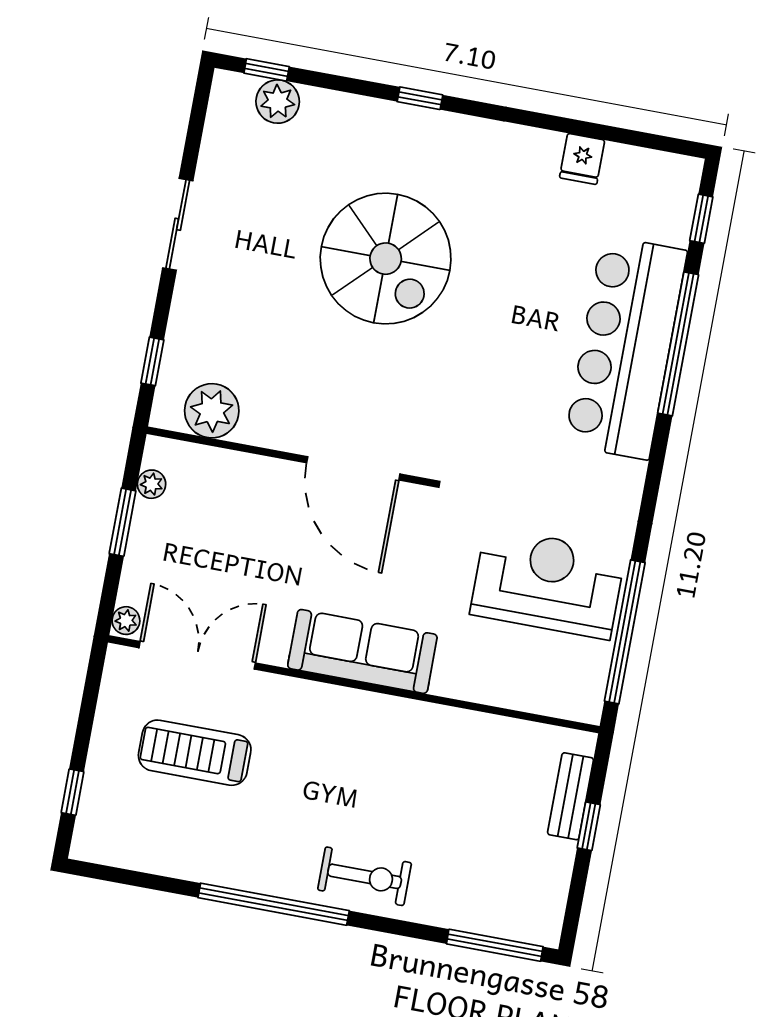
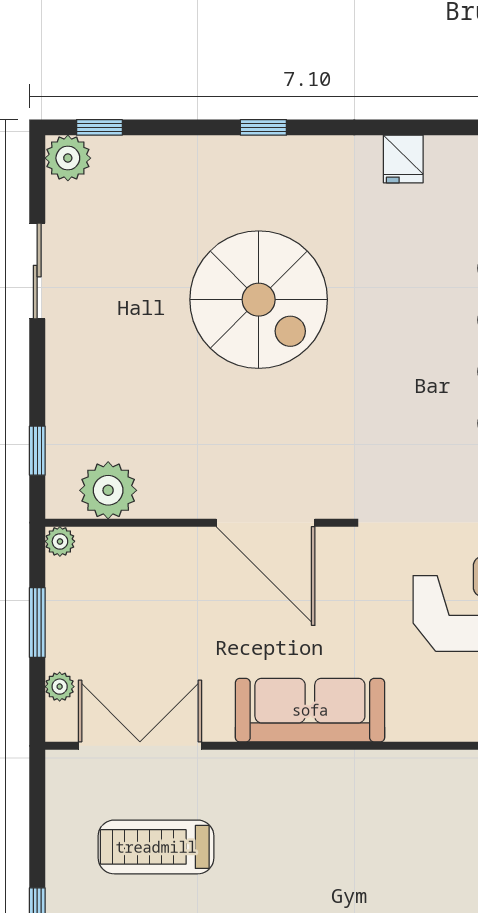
plant: (278, 102) -> (68, 158), moved
fridge: (582, 159) -> (403, 159), moved
sliding door: (178, 224) -> (37, 271), moved
plant: (152, 484) -> (60, 541), moved
plant: (126, 621) -> (60, 687), moved

